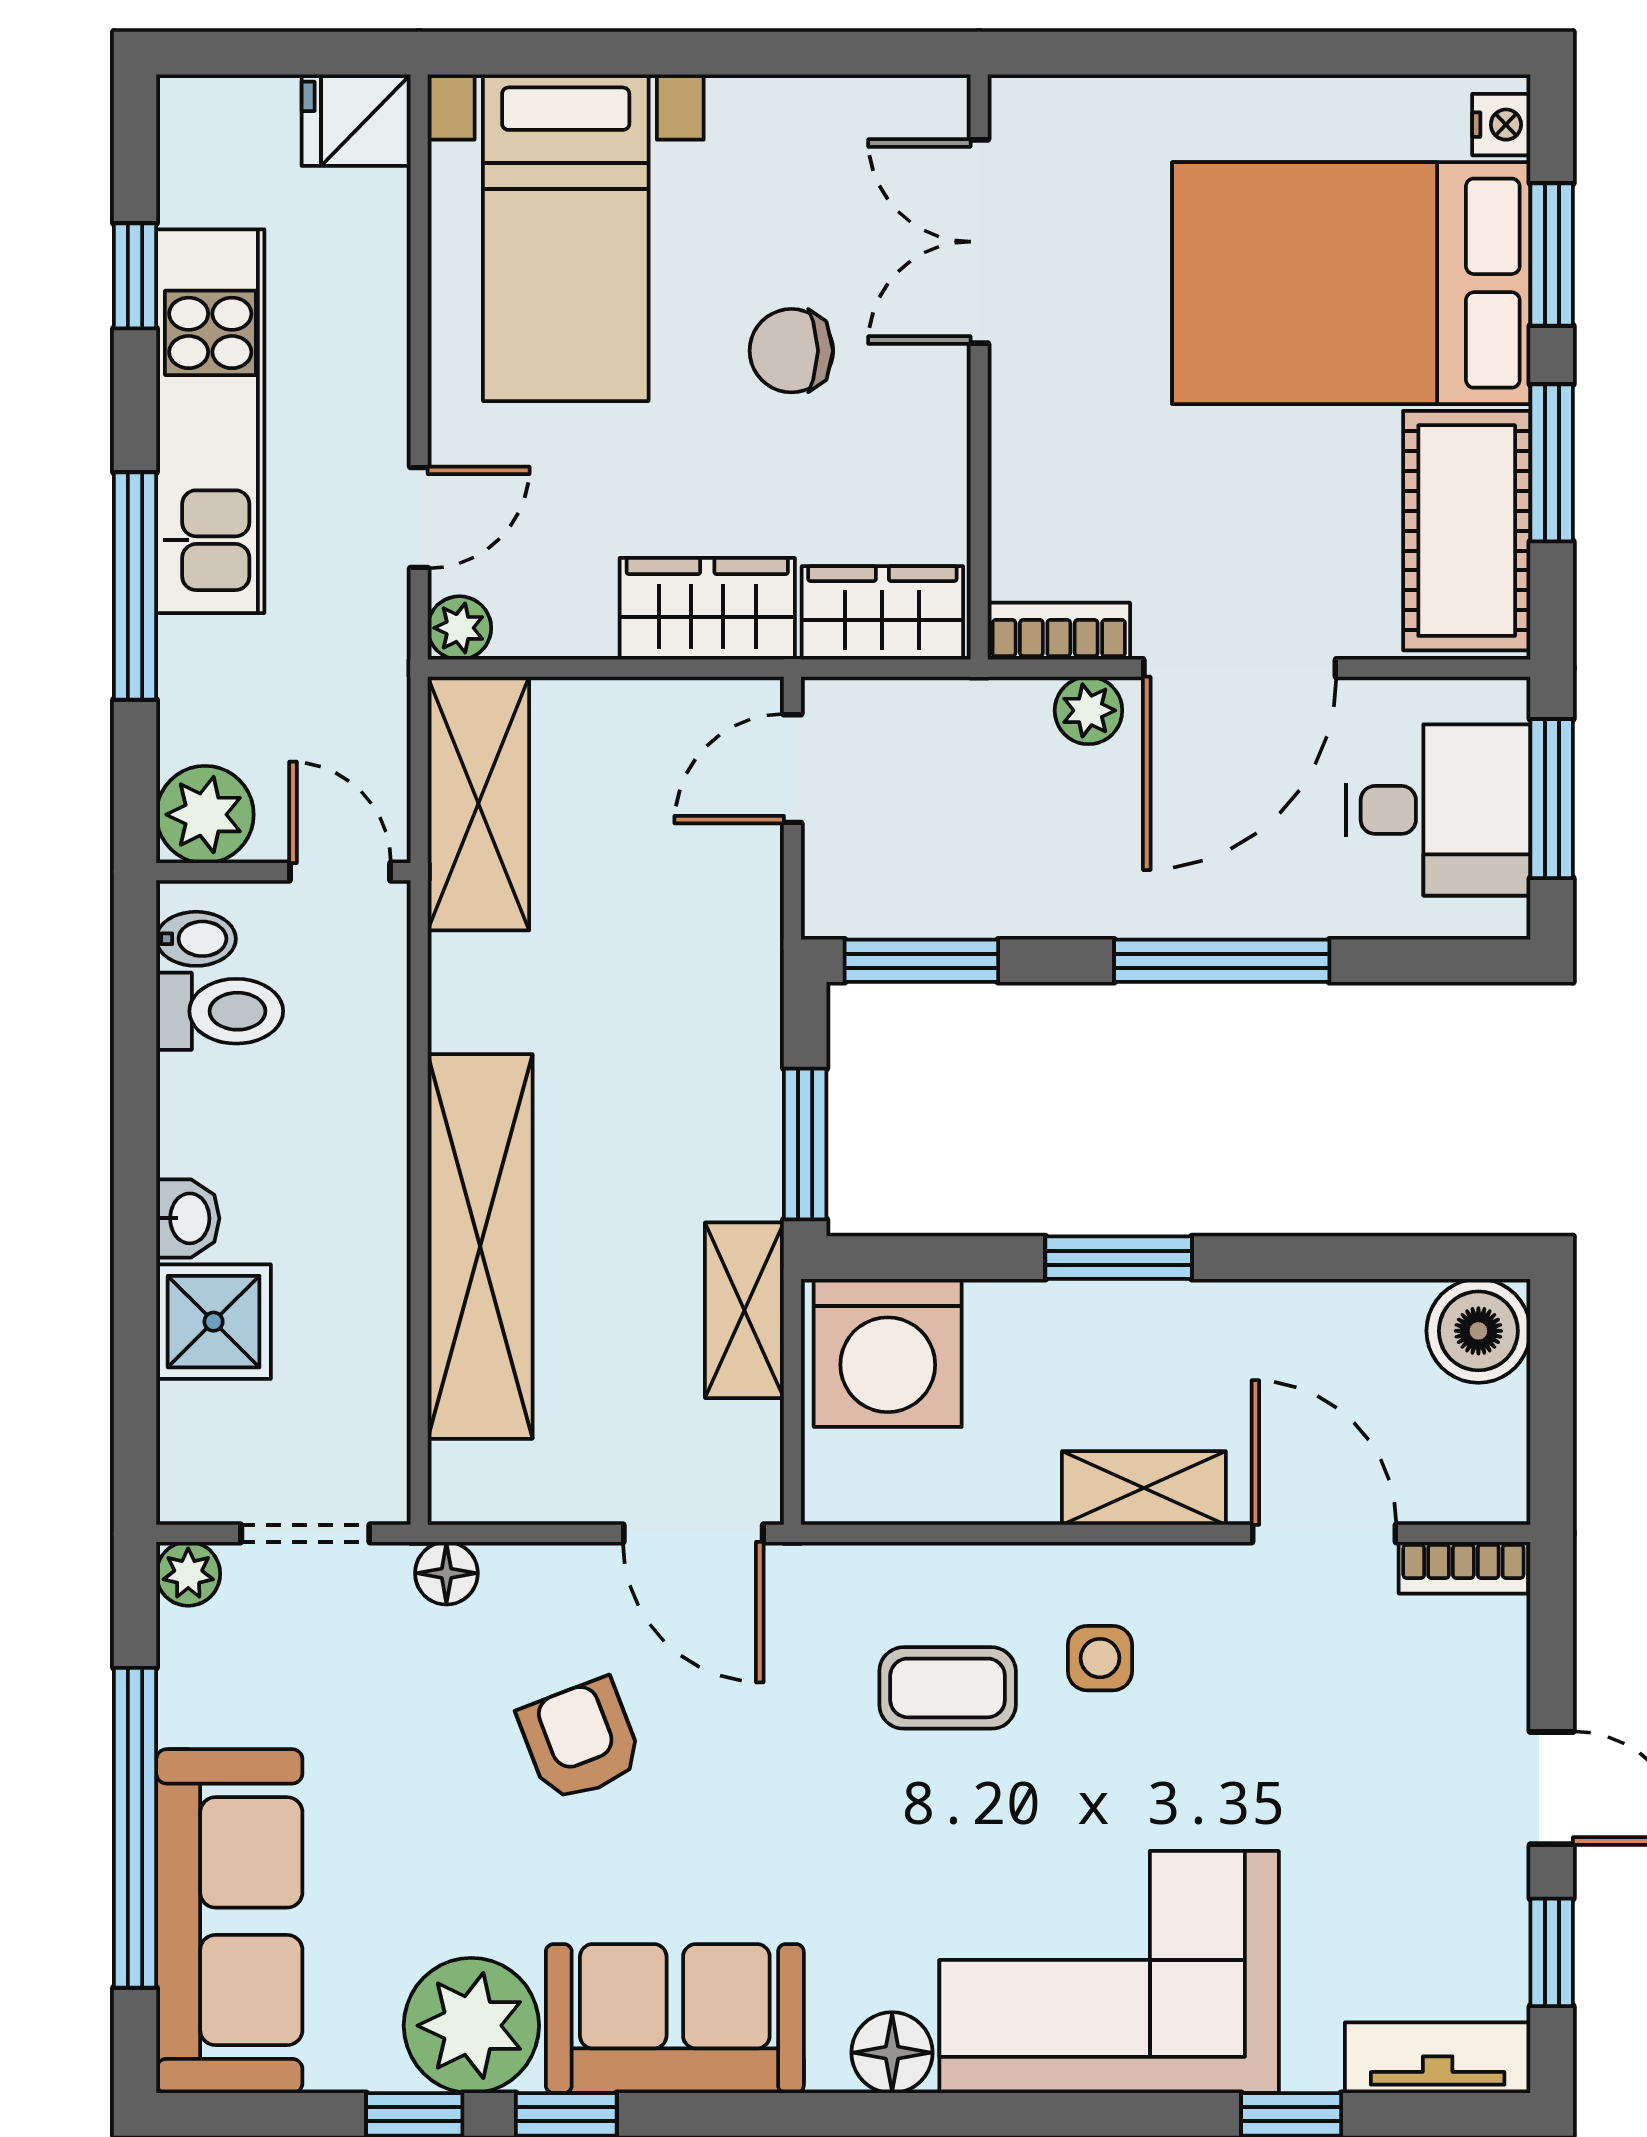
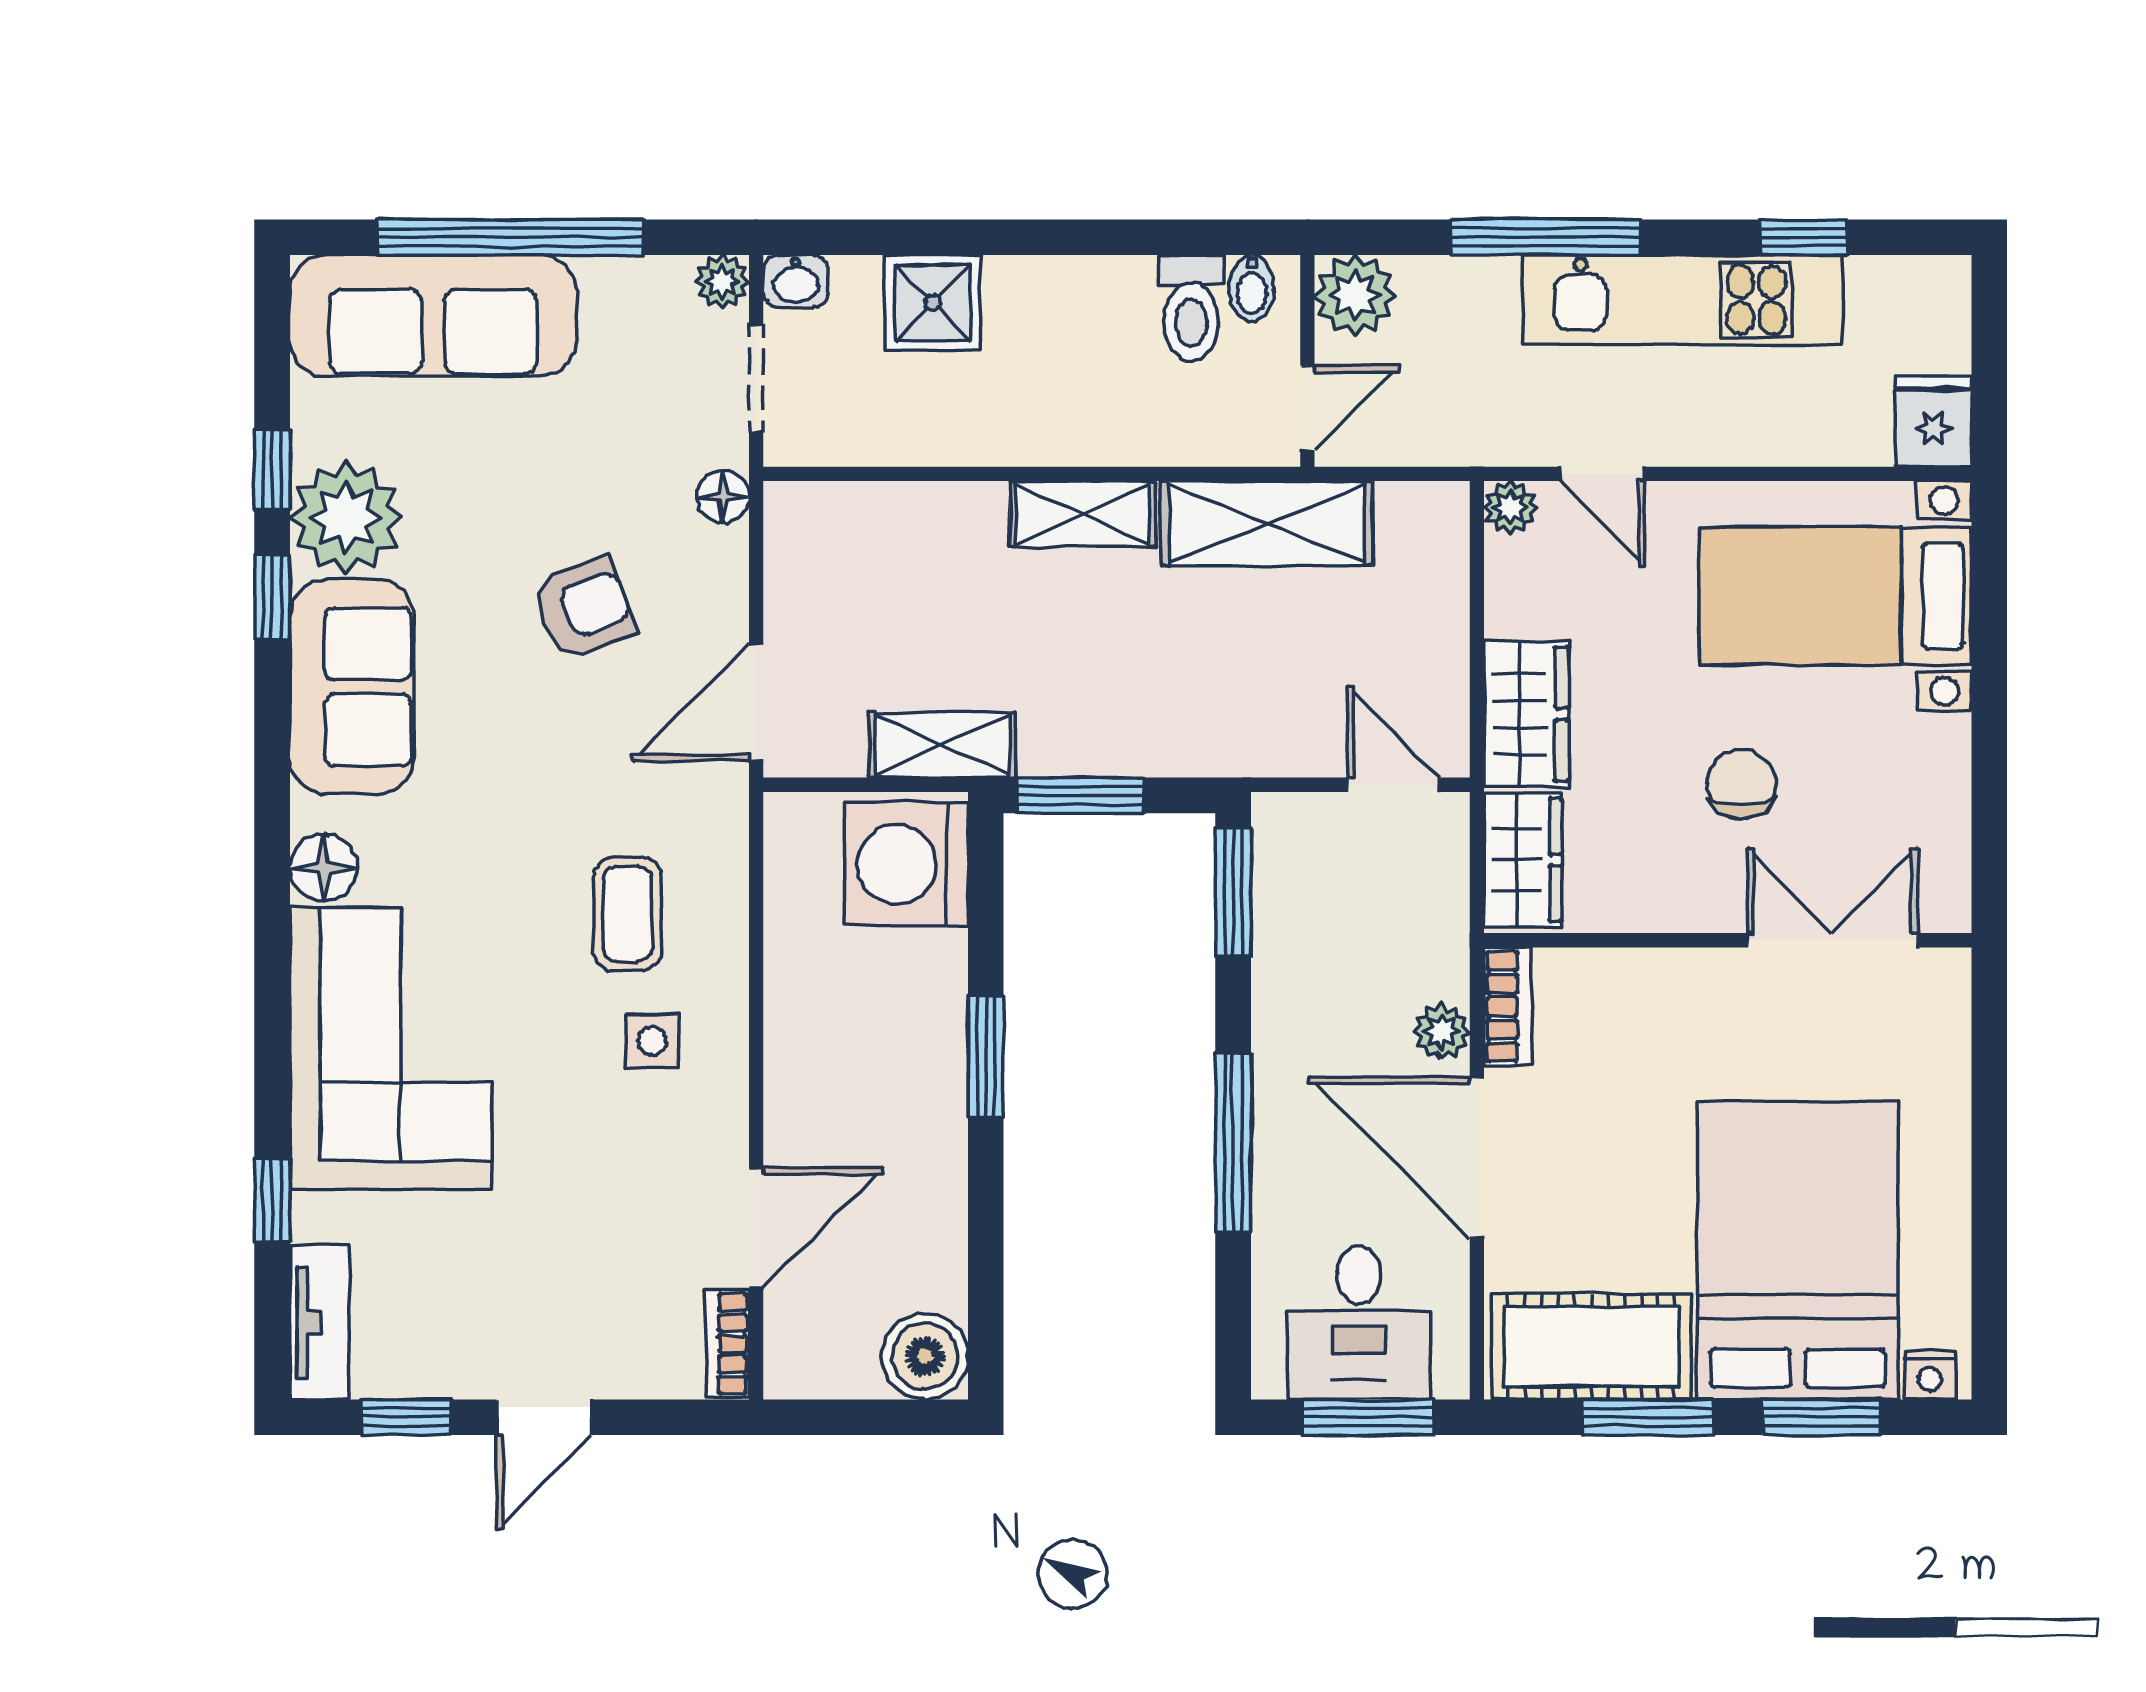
shelving: (478, 804) -> (1267, 523), moved
washbasin: (188, 1218) -> (796, 281), moved
shelving: (480, 1246) -> (1083, 514), width x0.45, depth x0.75
shelving: (1144, 1488) -> (794, 1078), removed

